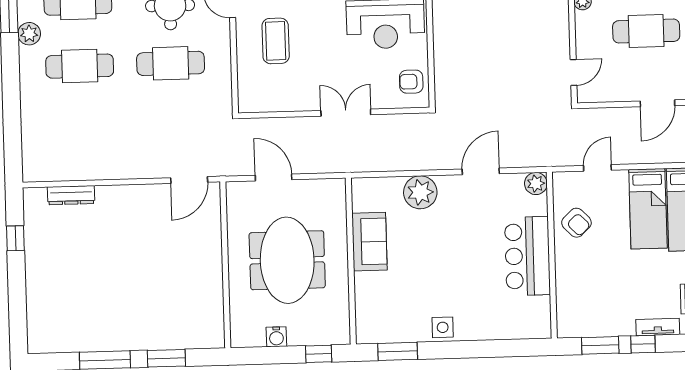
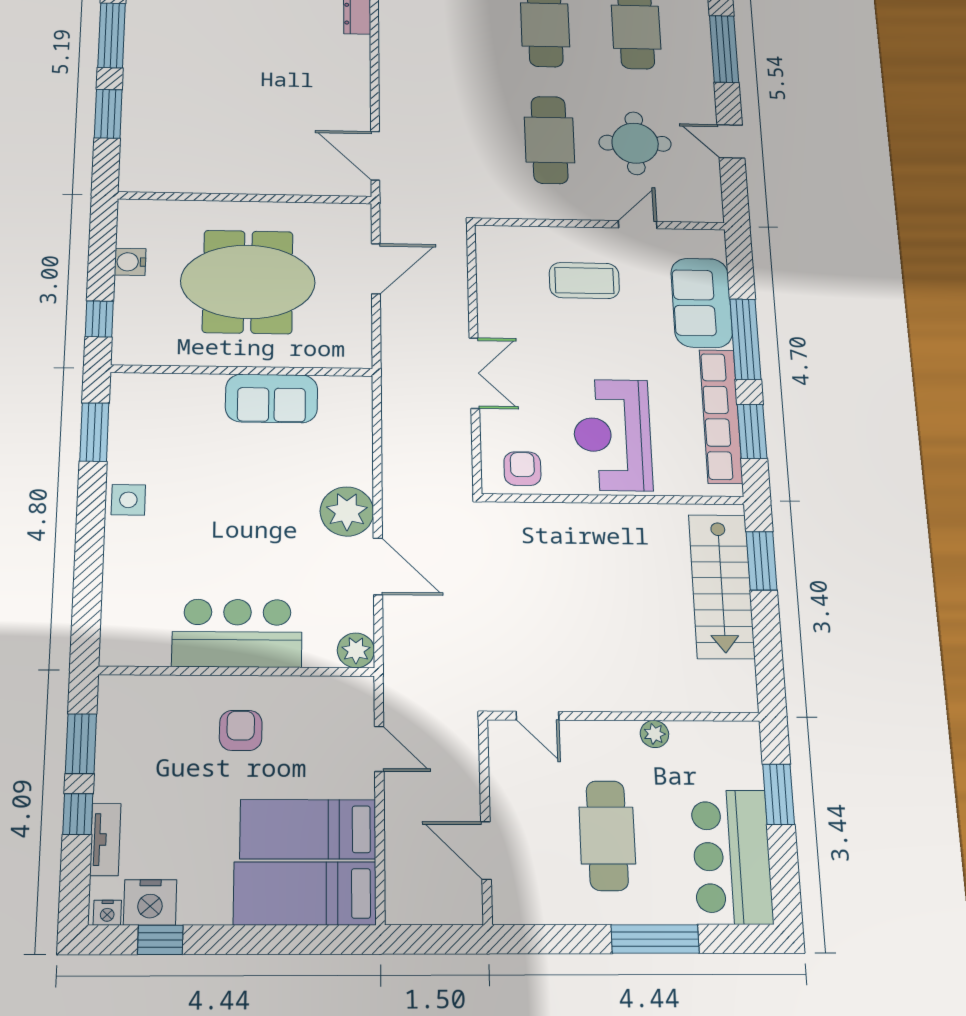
plant: (420, 192) -> (347, 511), moved
armchair: (576, 223) -> (241, 730), moved, turned 134

